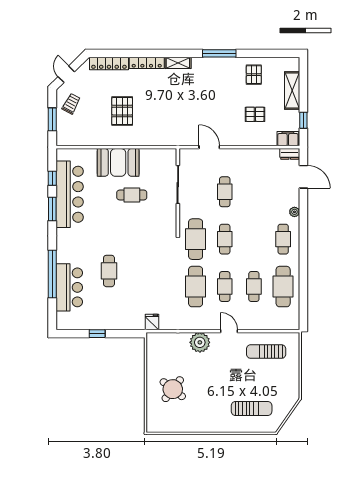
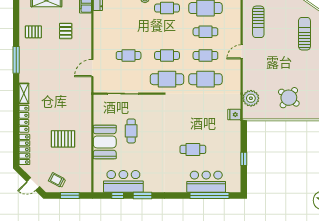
bar counter: (70, 194) -> (123, 181), width x0.73
window: (52, 274) -> (209, 195), moved
plant: (200, 342) -> (251, 98), moved

